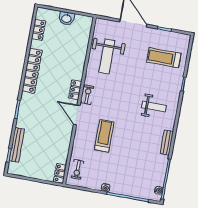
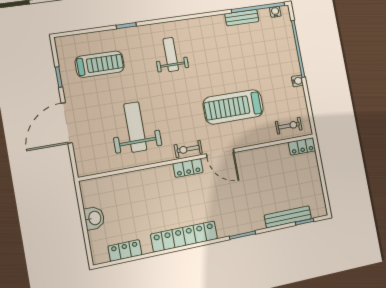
weight bench: (107, 56) -> (135, 127), moved, turned -90
treadmill: (164, 58) -> (100, 64), turned -90
door: (77, 115) -> (220, 153), hinge flipped
treadmill: (104, 136) -> (233, 107), width x1.37, depth x1.38
bench: (167, 142) -> (242, 18), moved

